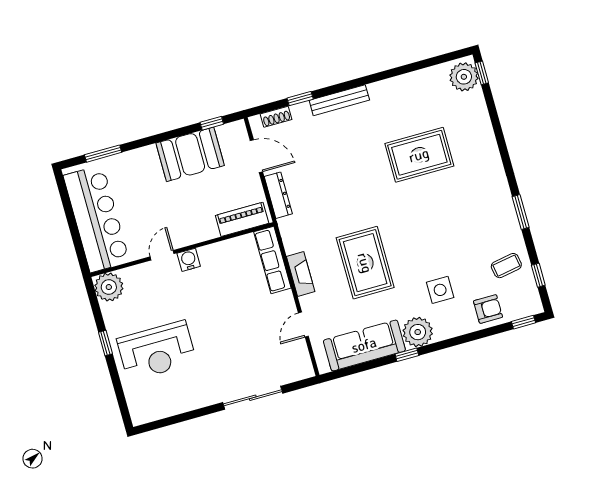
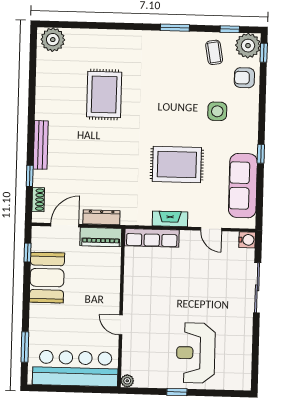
window: (482, 73) -> (54, 24), removed
piano: (242, 219) -> (101, 237), moved, turned -90
water cooler: (189, 260) -> (247, 240), moved, turned 180
plant: (109, 287) -> (127, 381), width x0.53, depth x0.53
armchair: (488, 309) -> (244, 78), turned -90
plant: (418, 332) -> (248, 46), moved
reception desk: (157, 351) -> (196, 353), turned 180

